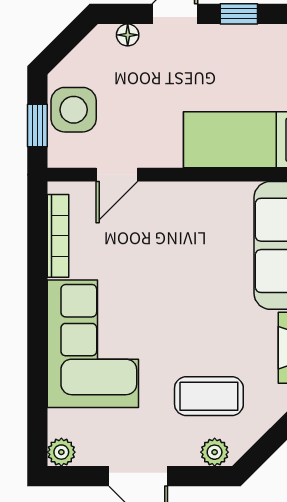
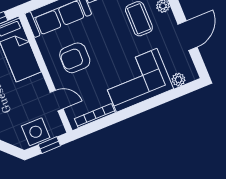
armchair: (184, 243) -> (75, 58), added
plant: (61, 452) -> (179, 80), moved

